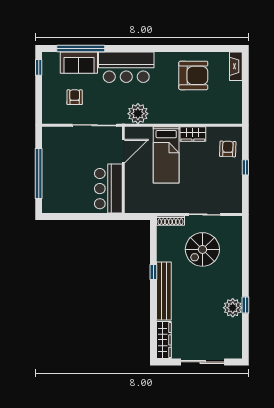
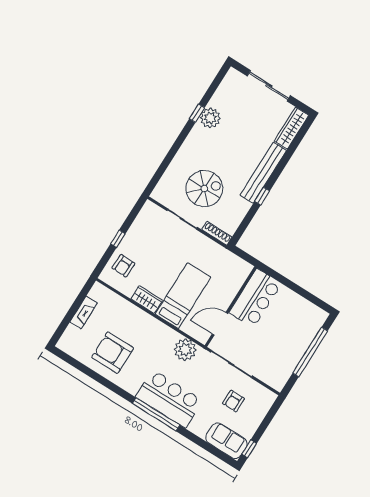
window: (81, 48) -> (156, 414), moved
sofa: (79, 63) -> (226, 441), moved
fireplace: (236, 66) -> (84, 312), moved

